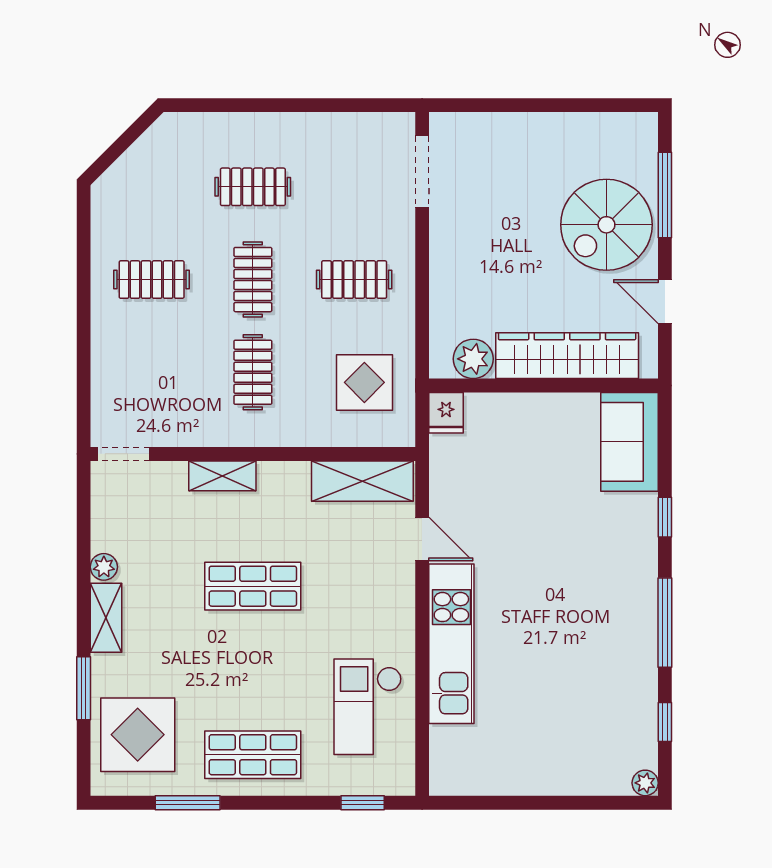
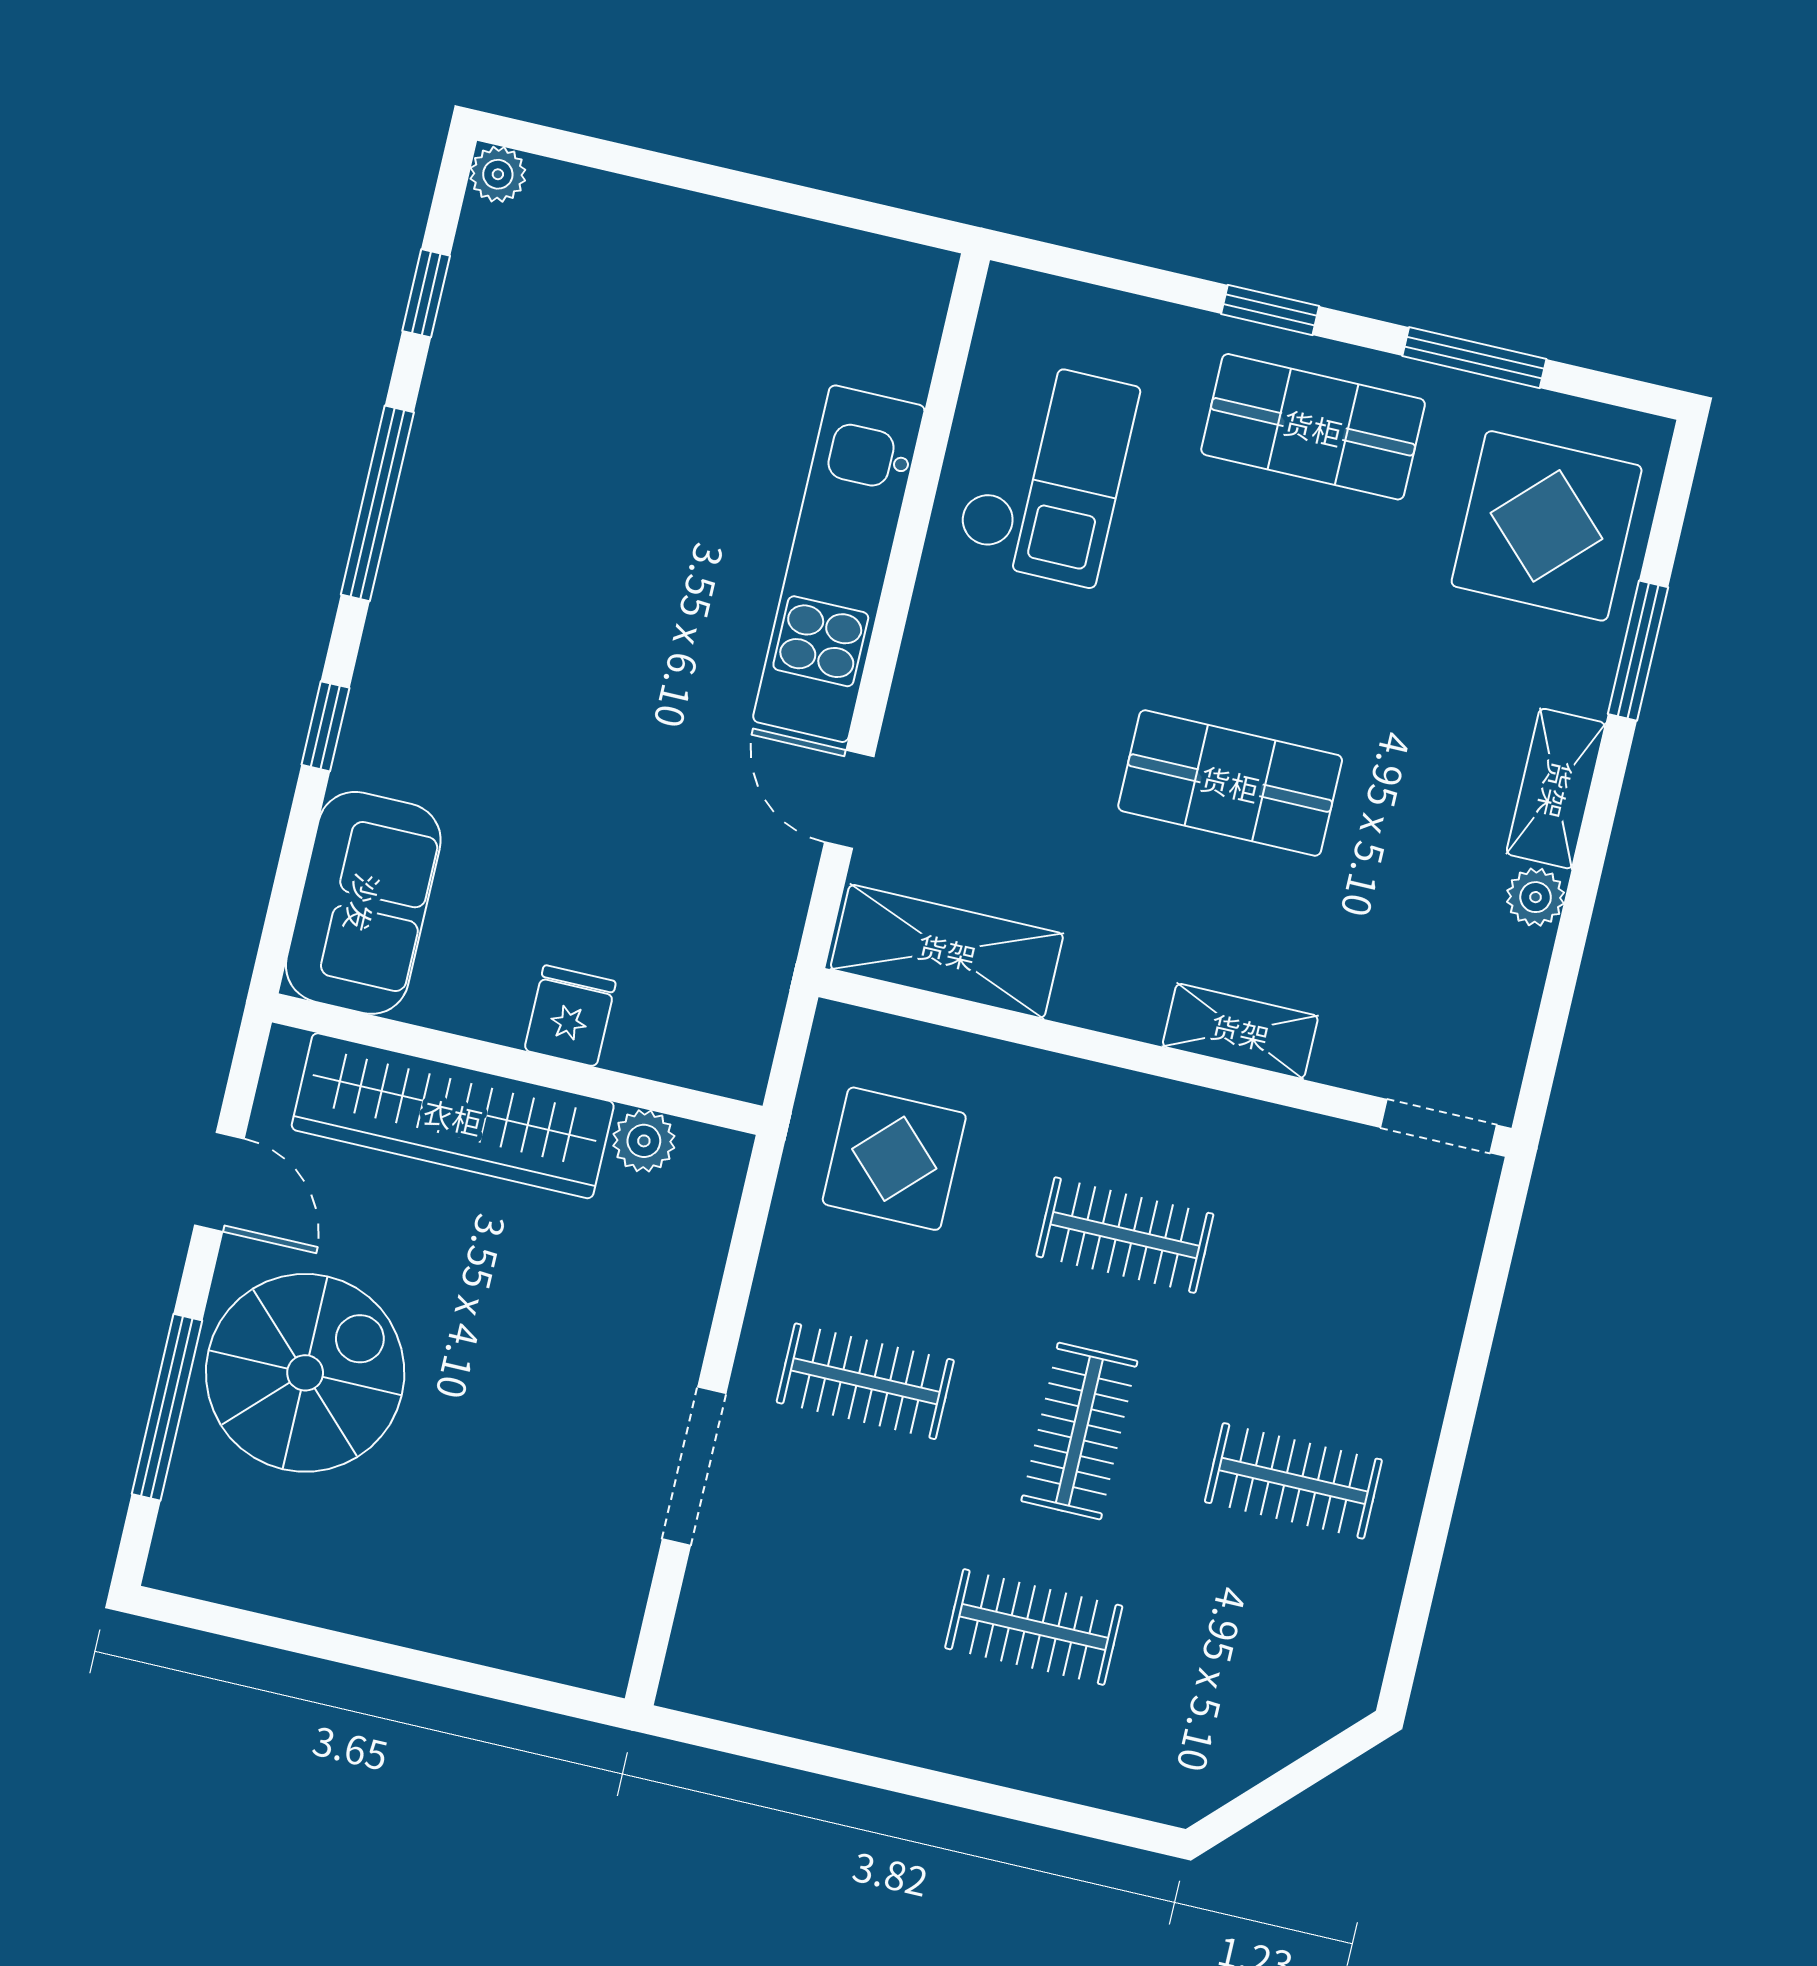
doorway: (422, 172) -> (694, 1466), moved
plant: (473, 359) -> (644, 1141), width x0.73, depth x0.73
clothes rail: (253, 372) -> (1125, 1235), turned 90
fridge: (446, 413) -> (570, 1016), moved
window: (363, 803) -> (1270, 310), moved

